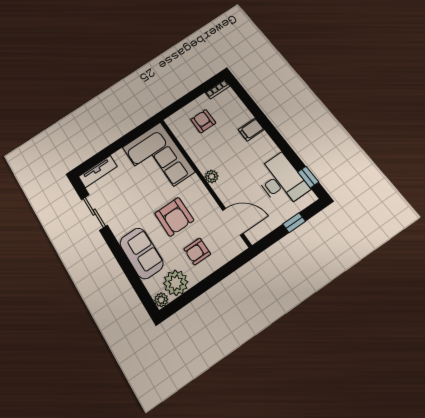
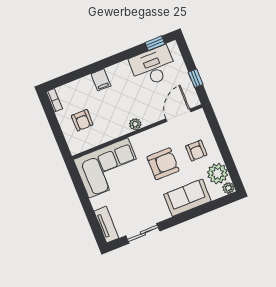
armchair: (203, 121) -> (82, 120), turned -90
window: (294, 223) -> (196, 78), moved

